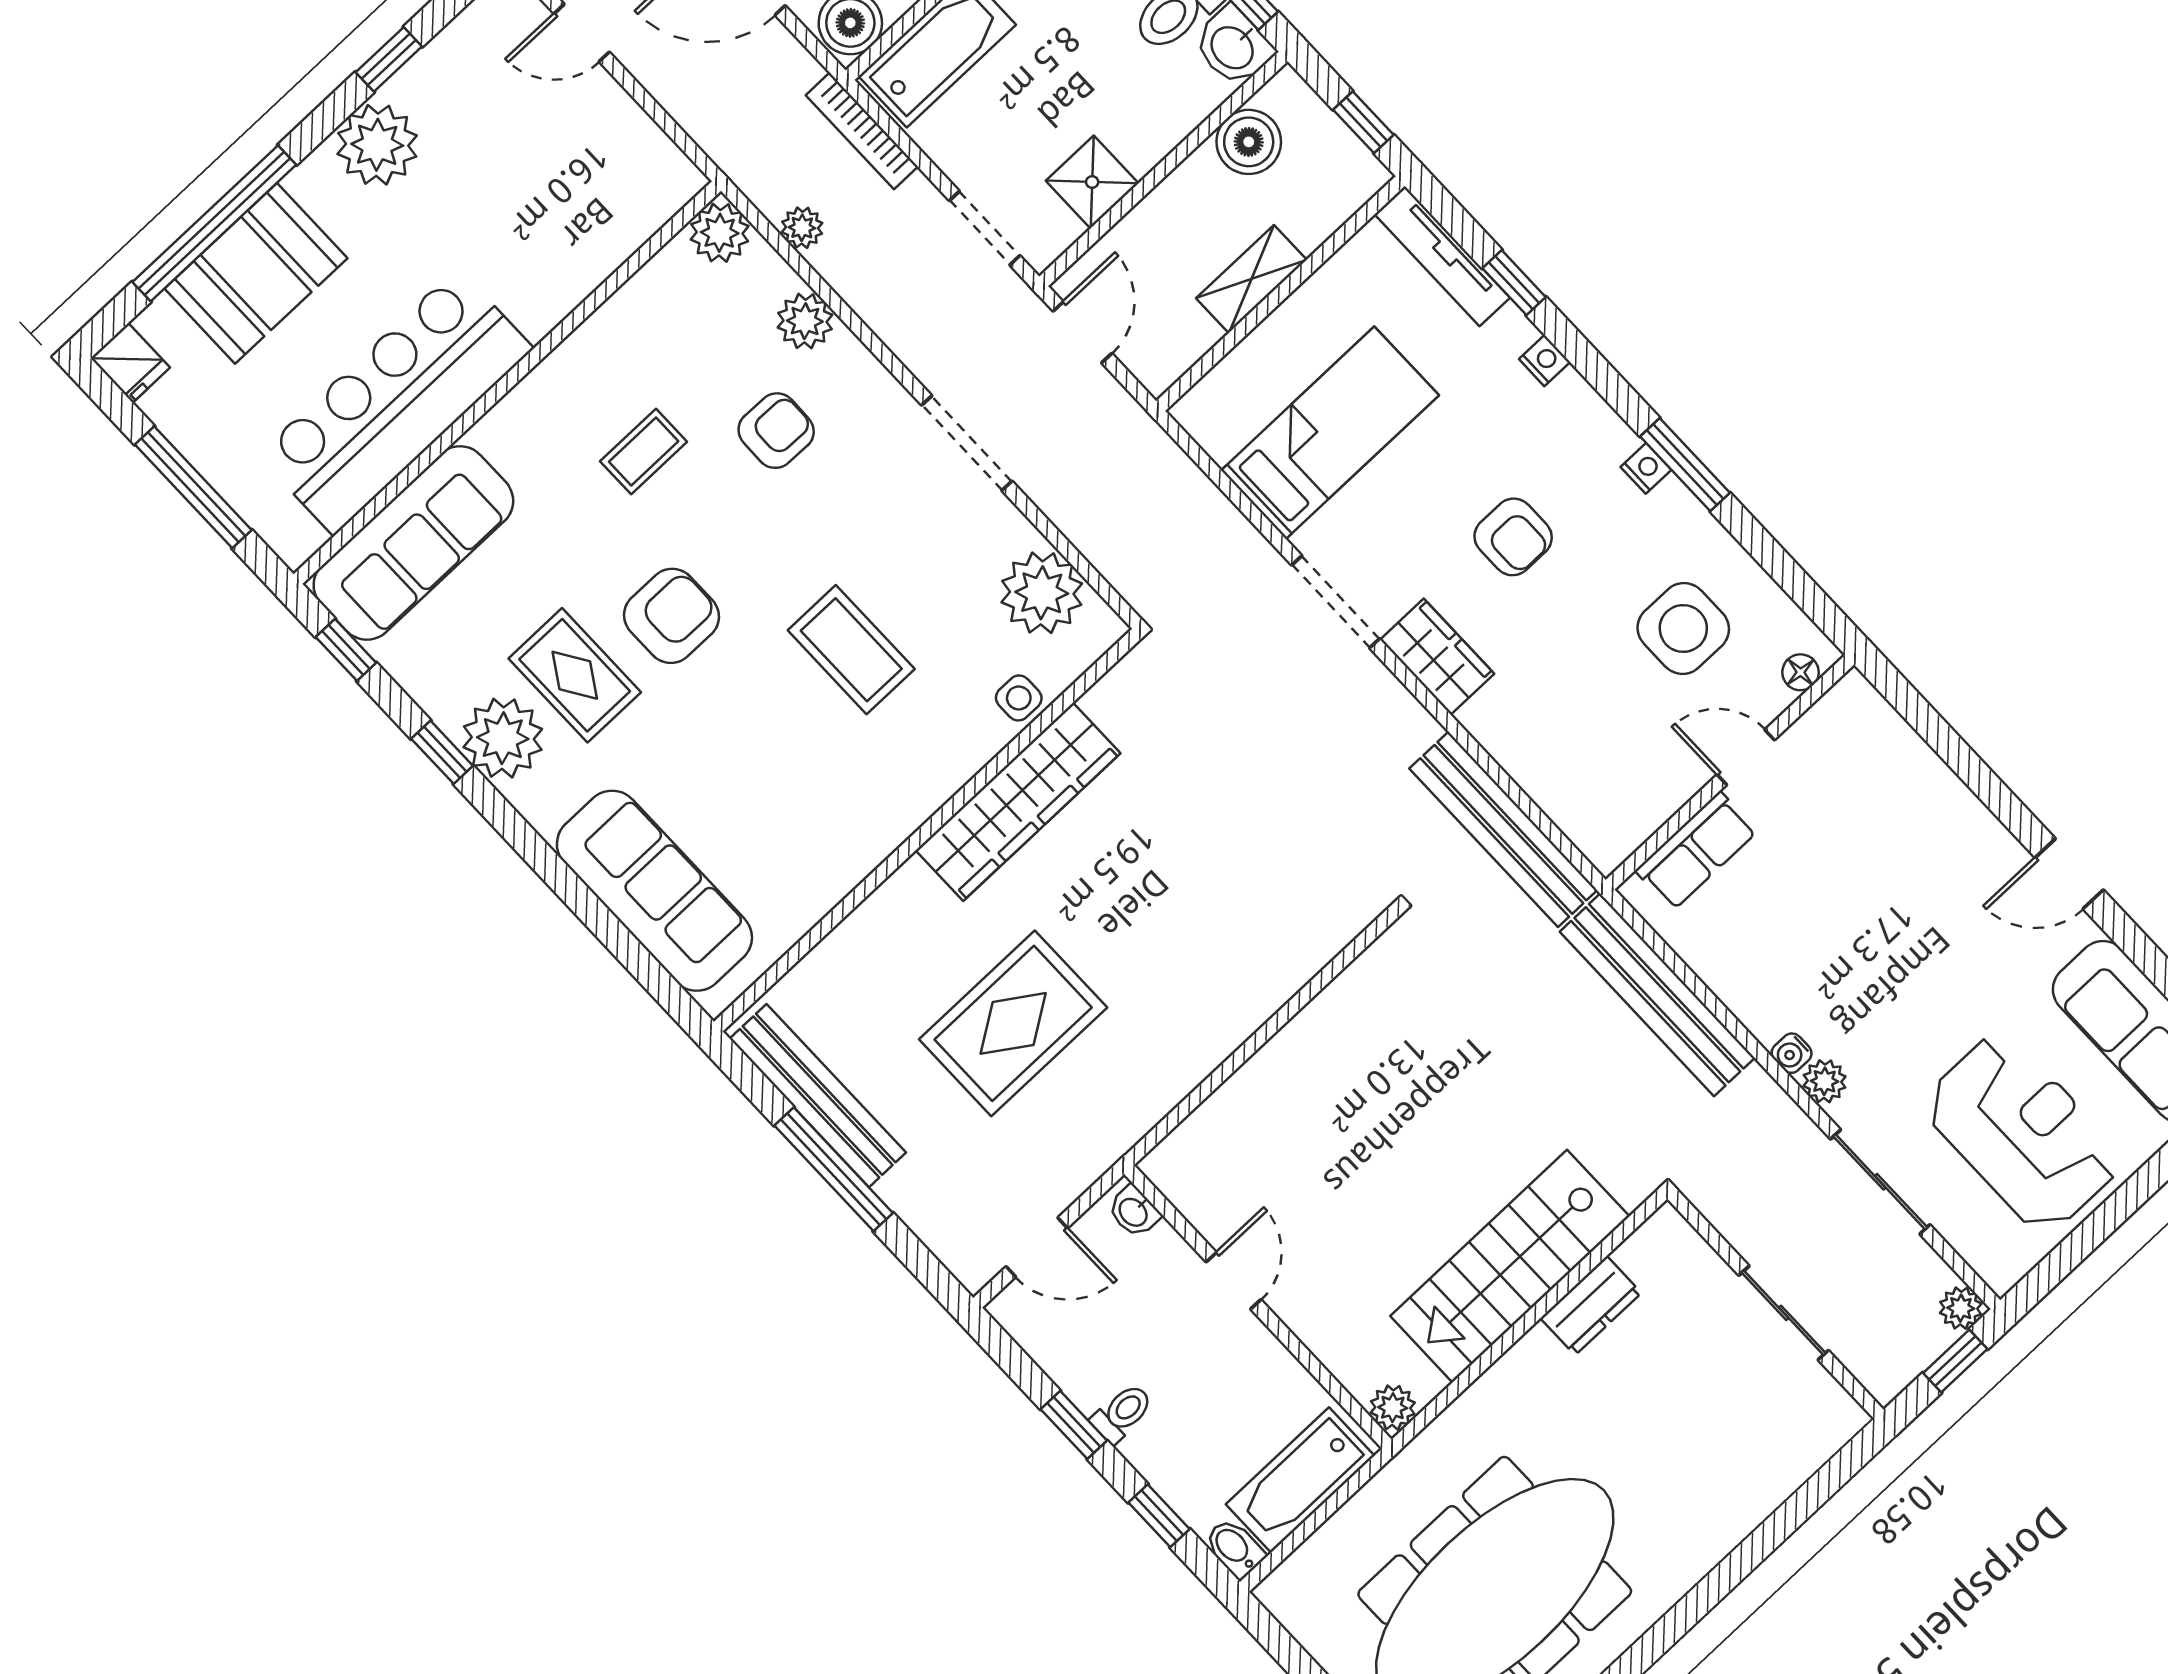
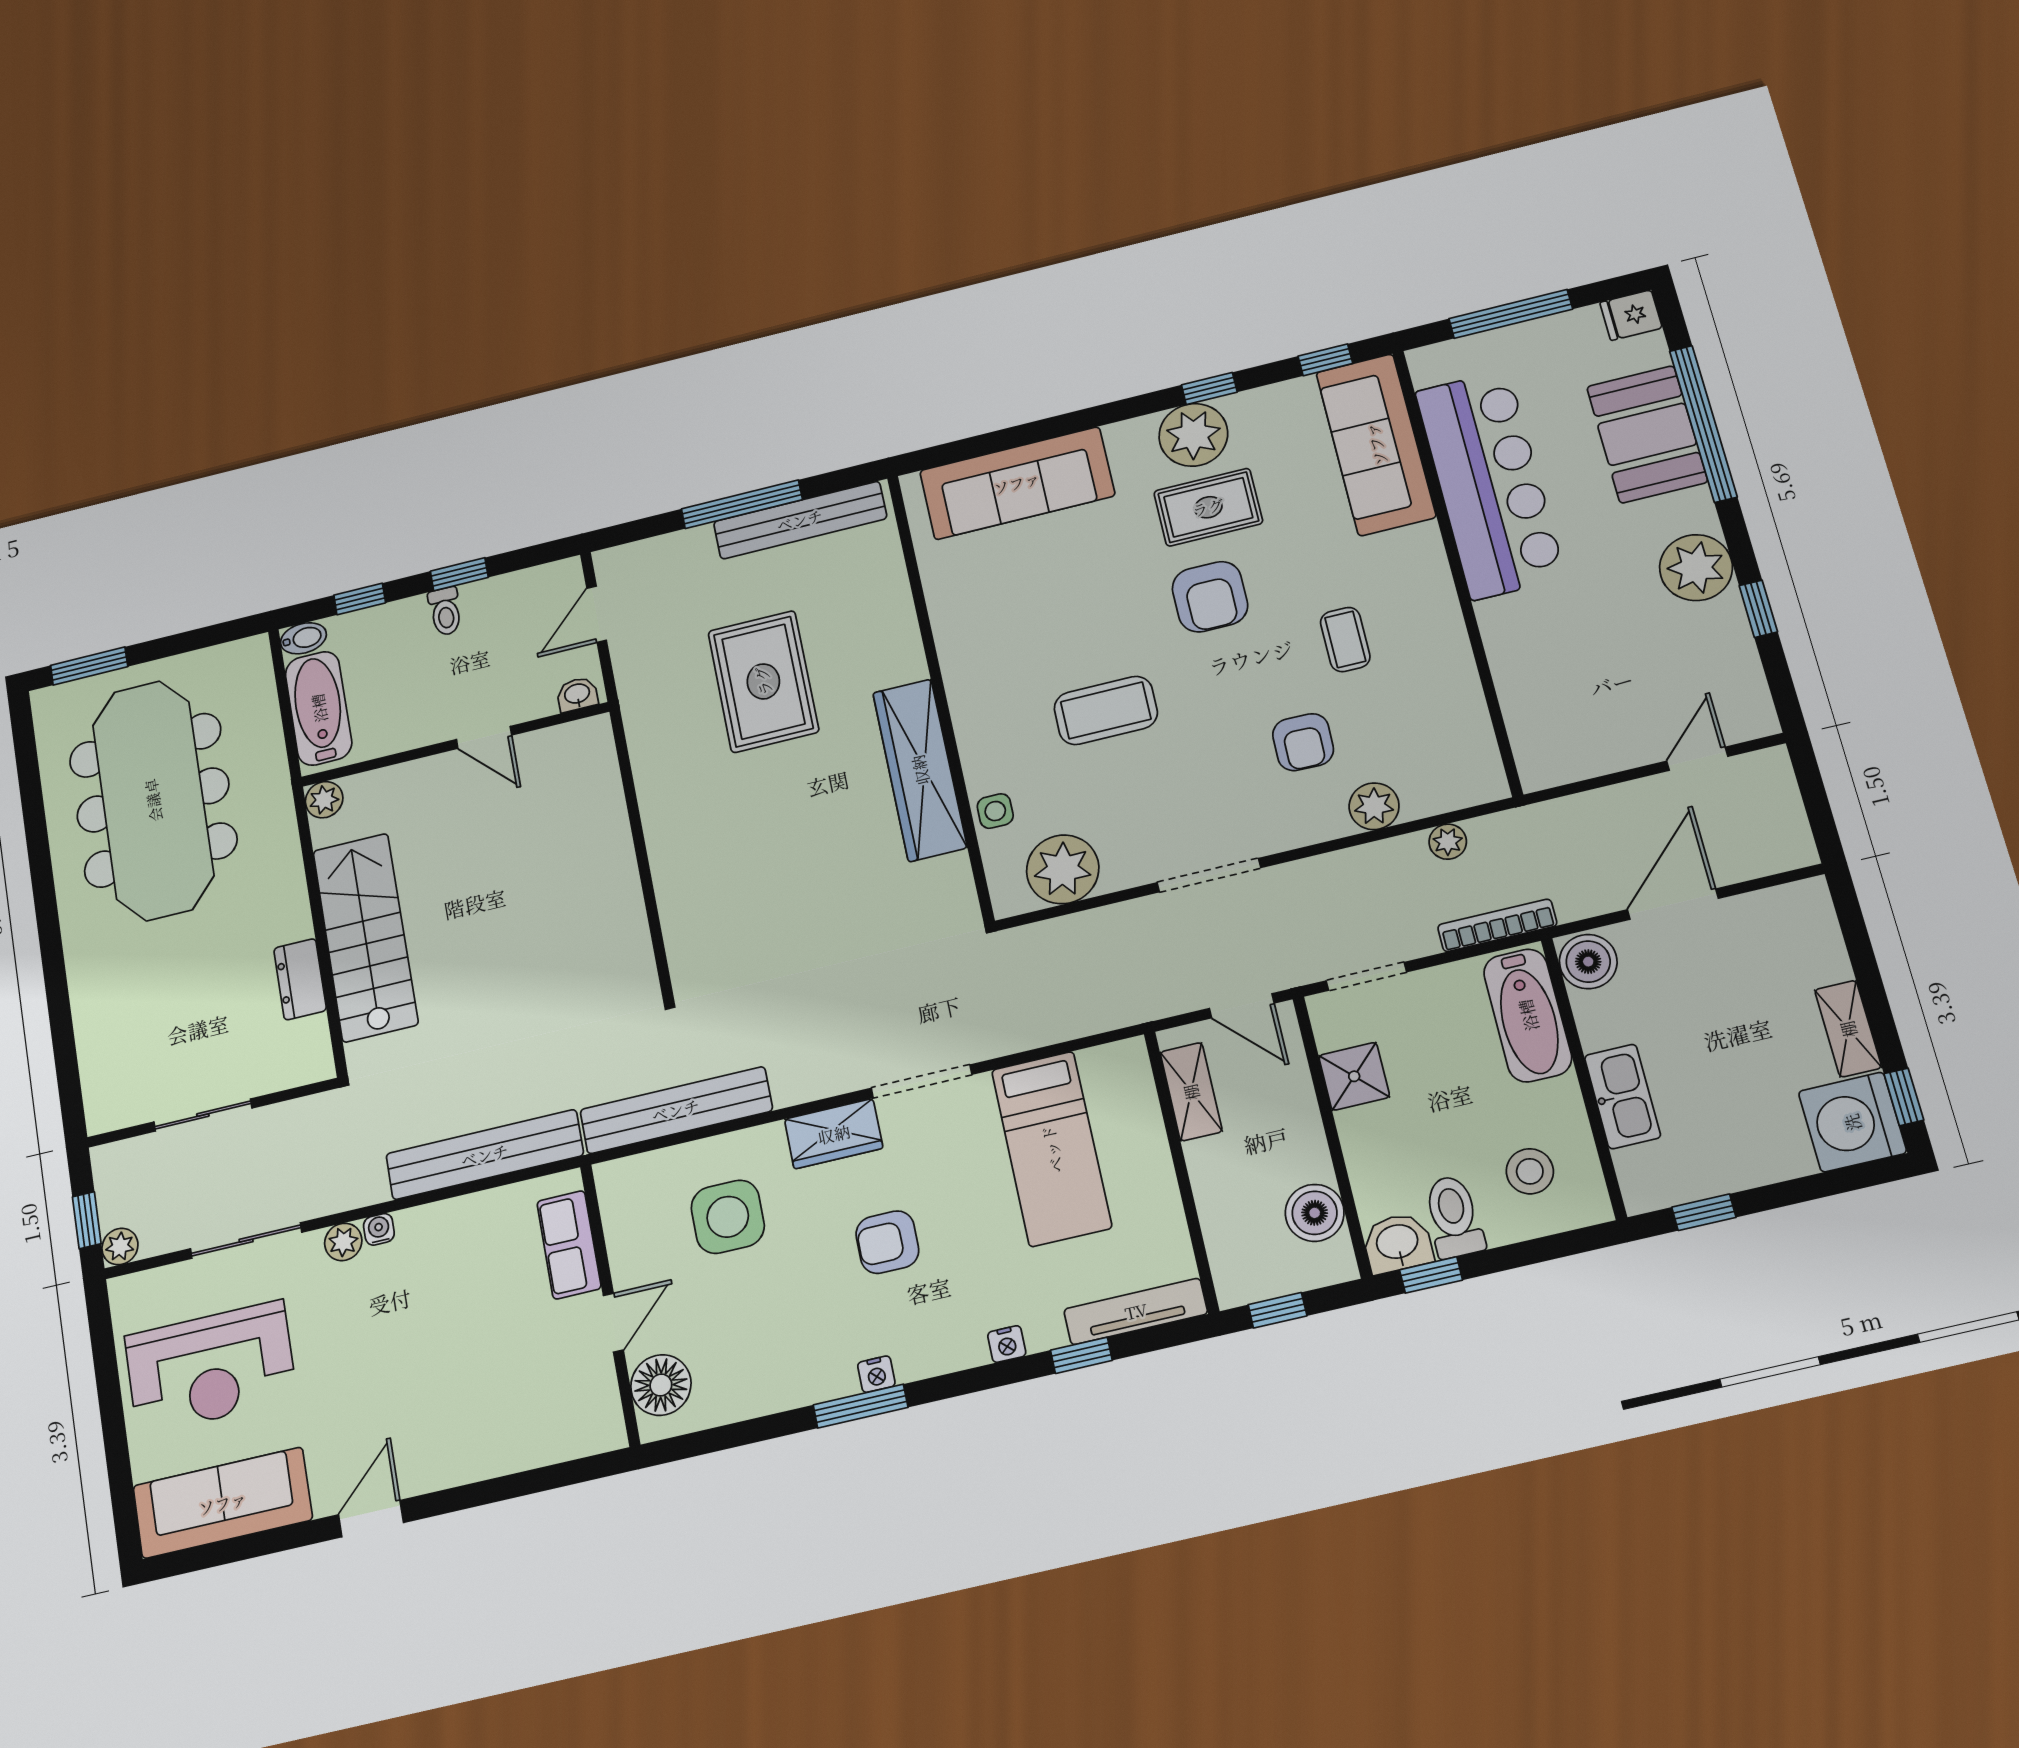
plant: (720, 233) -> (1480, 779), removed
shelving: (1251, 279) -> (1191, 1092), moved
side table: (1683, 628) -> (728, 1217), moved
floor lamp: (1801, 672) -> (661, 1385), width x1.89, depth x1.89

